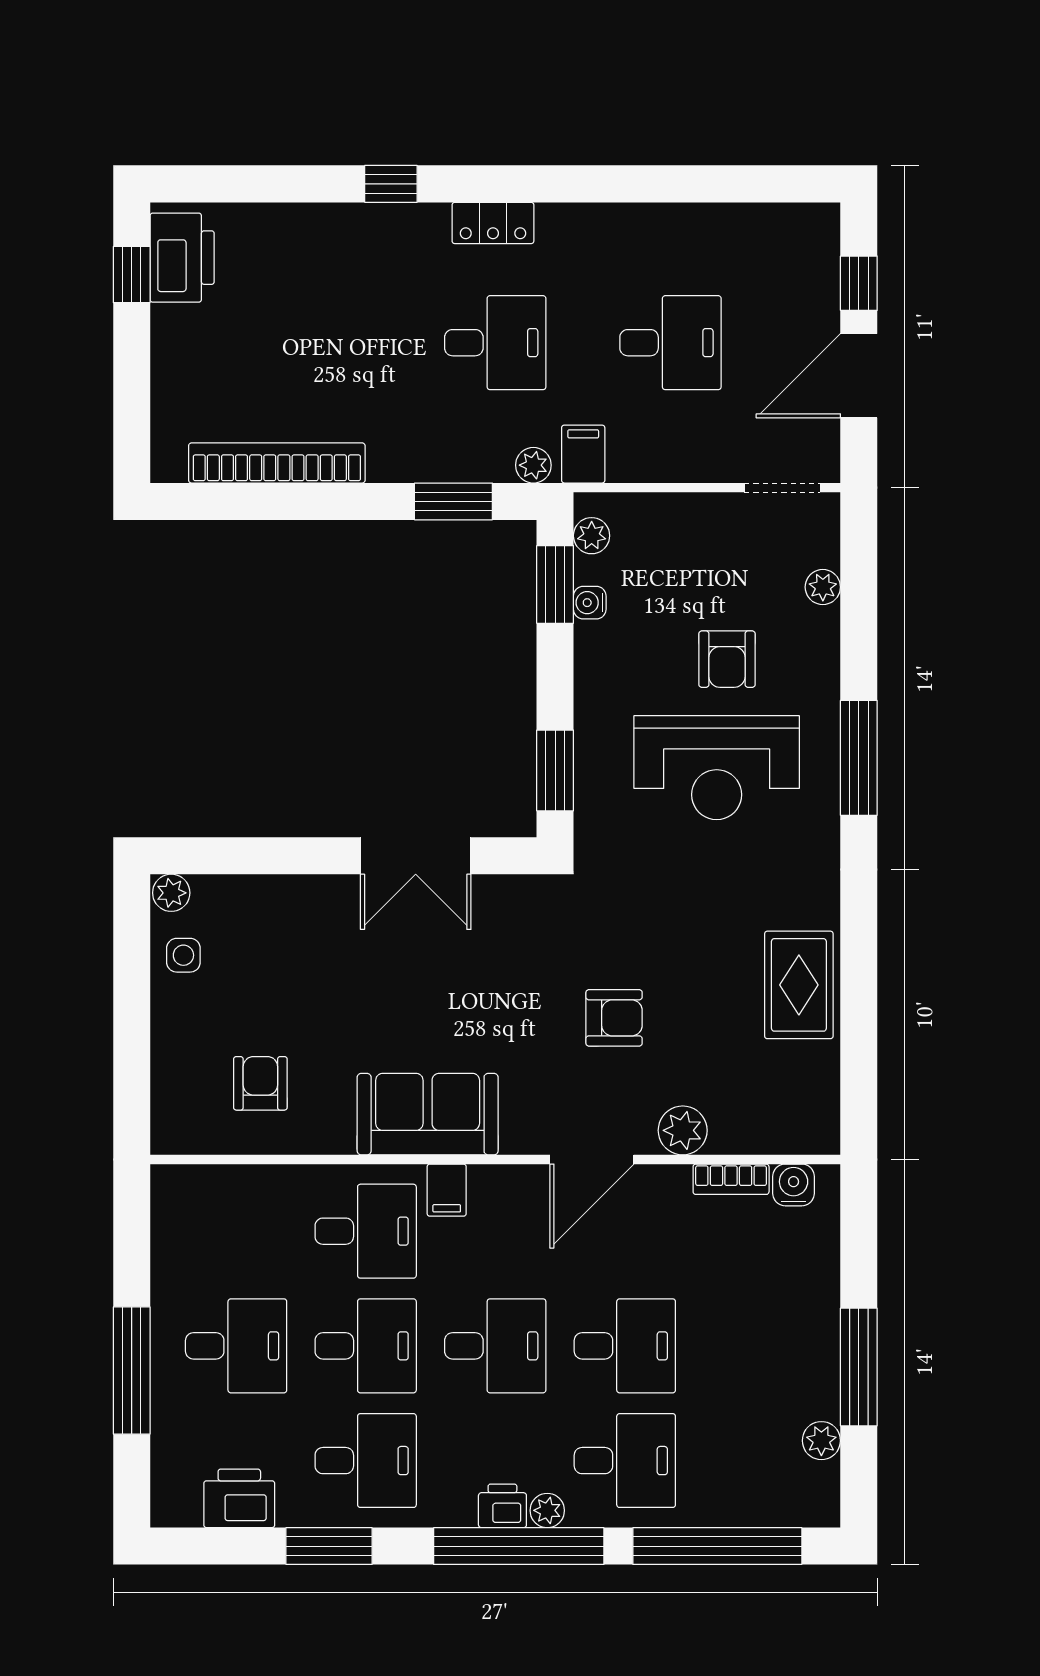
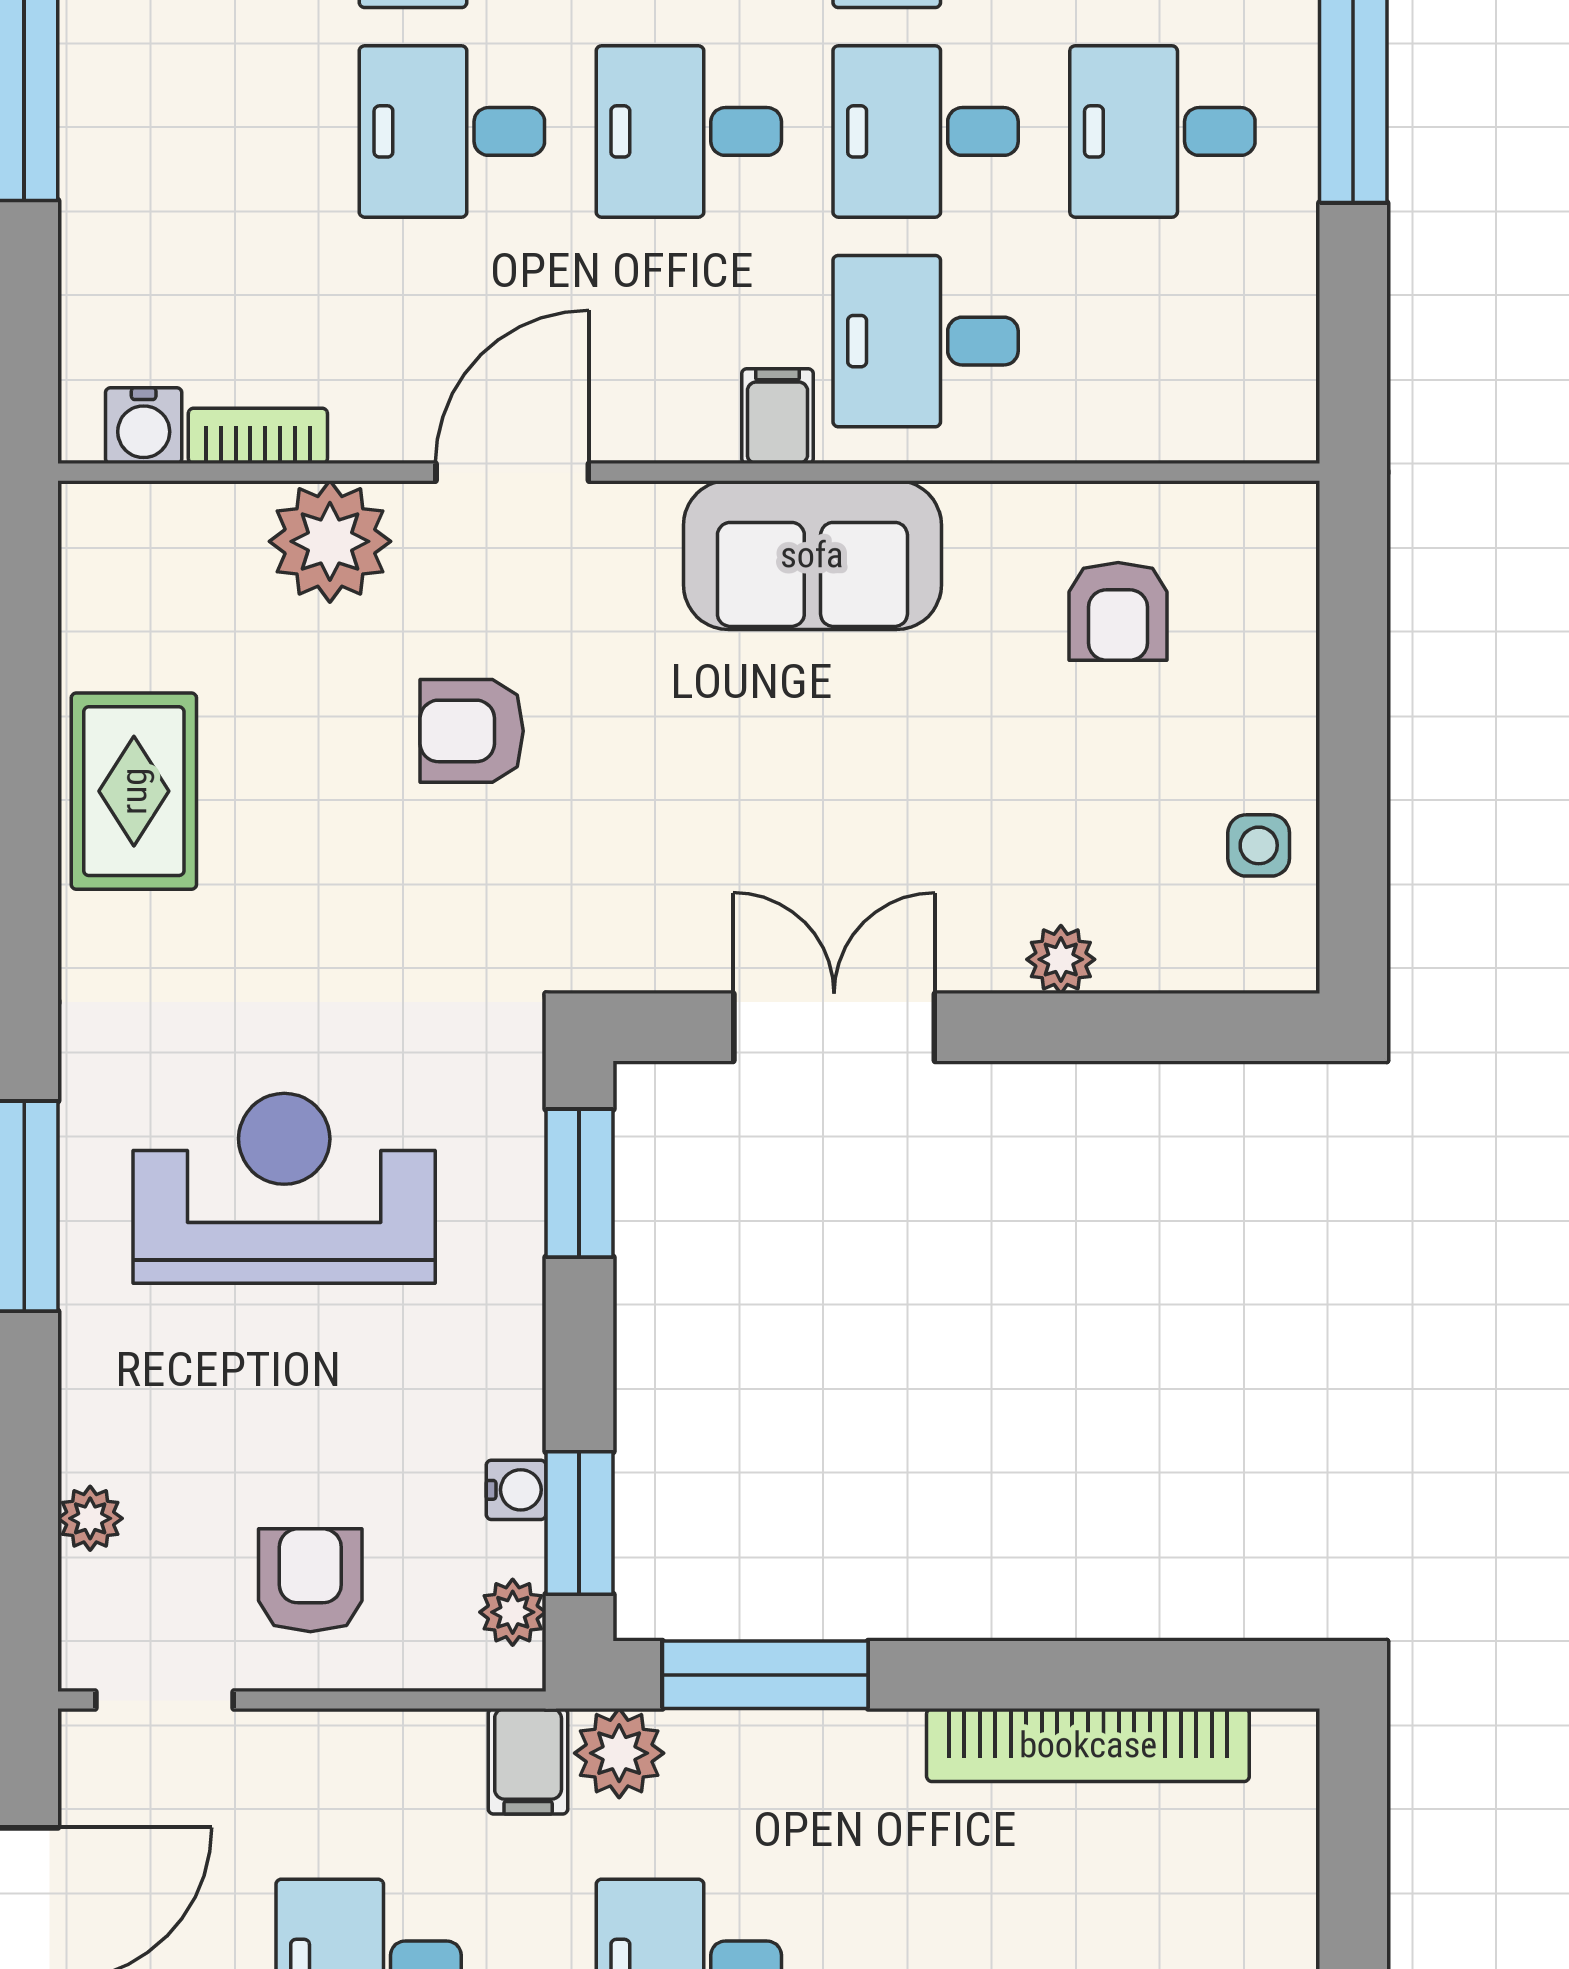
plant: (533, 465) -> (619, 1753), width x1.38, depth x1.38
window: (453, 501) -> (765, 1675), width x1.44
armchair: (727, 659) -> (310, 1580), moved
plant: (171, 893) -> (1061, 959), moved
plant: (683, 1130) -> (330, 541), width x1.36, depth x1.36

